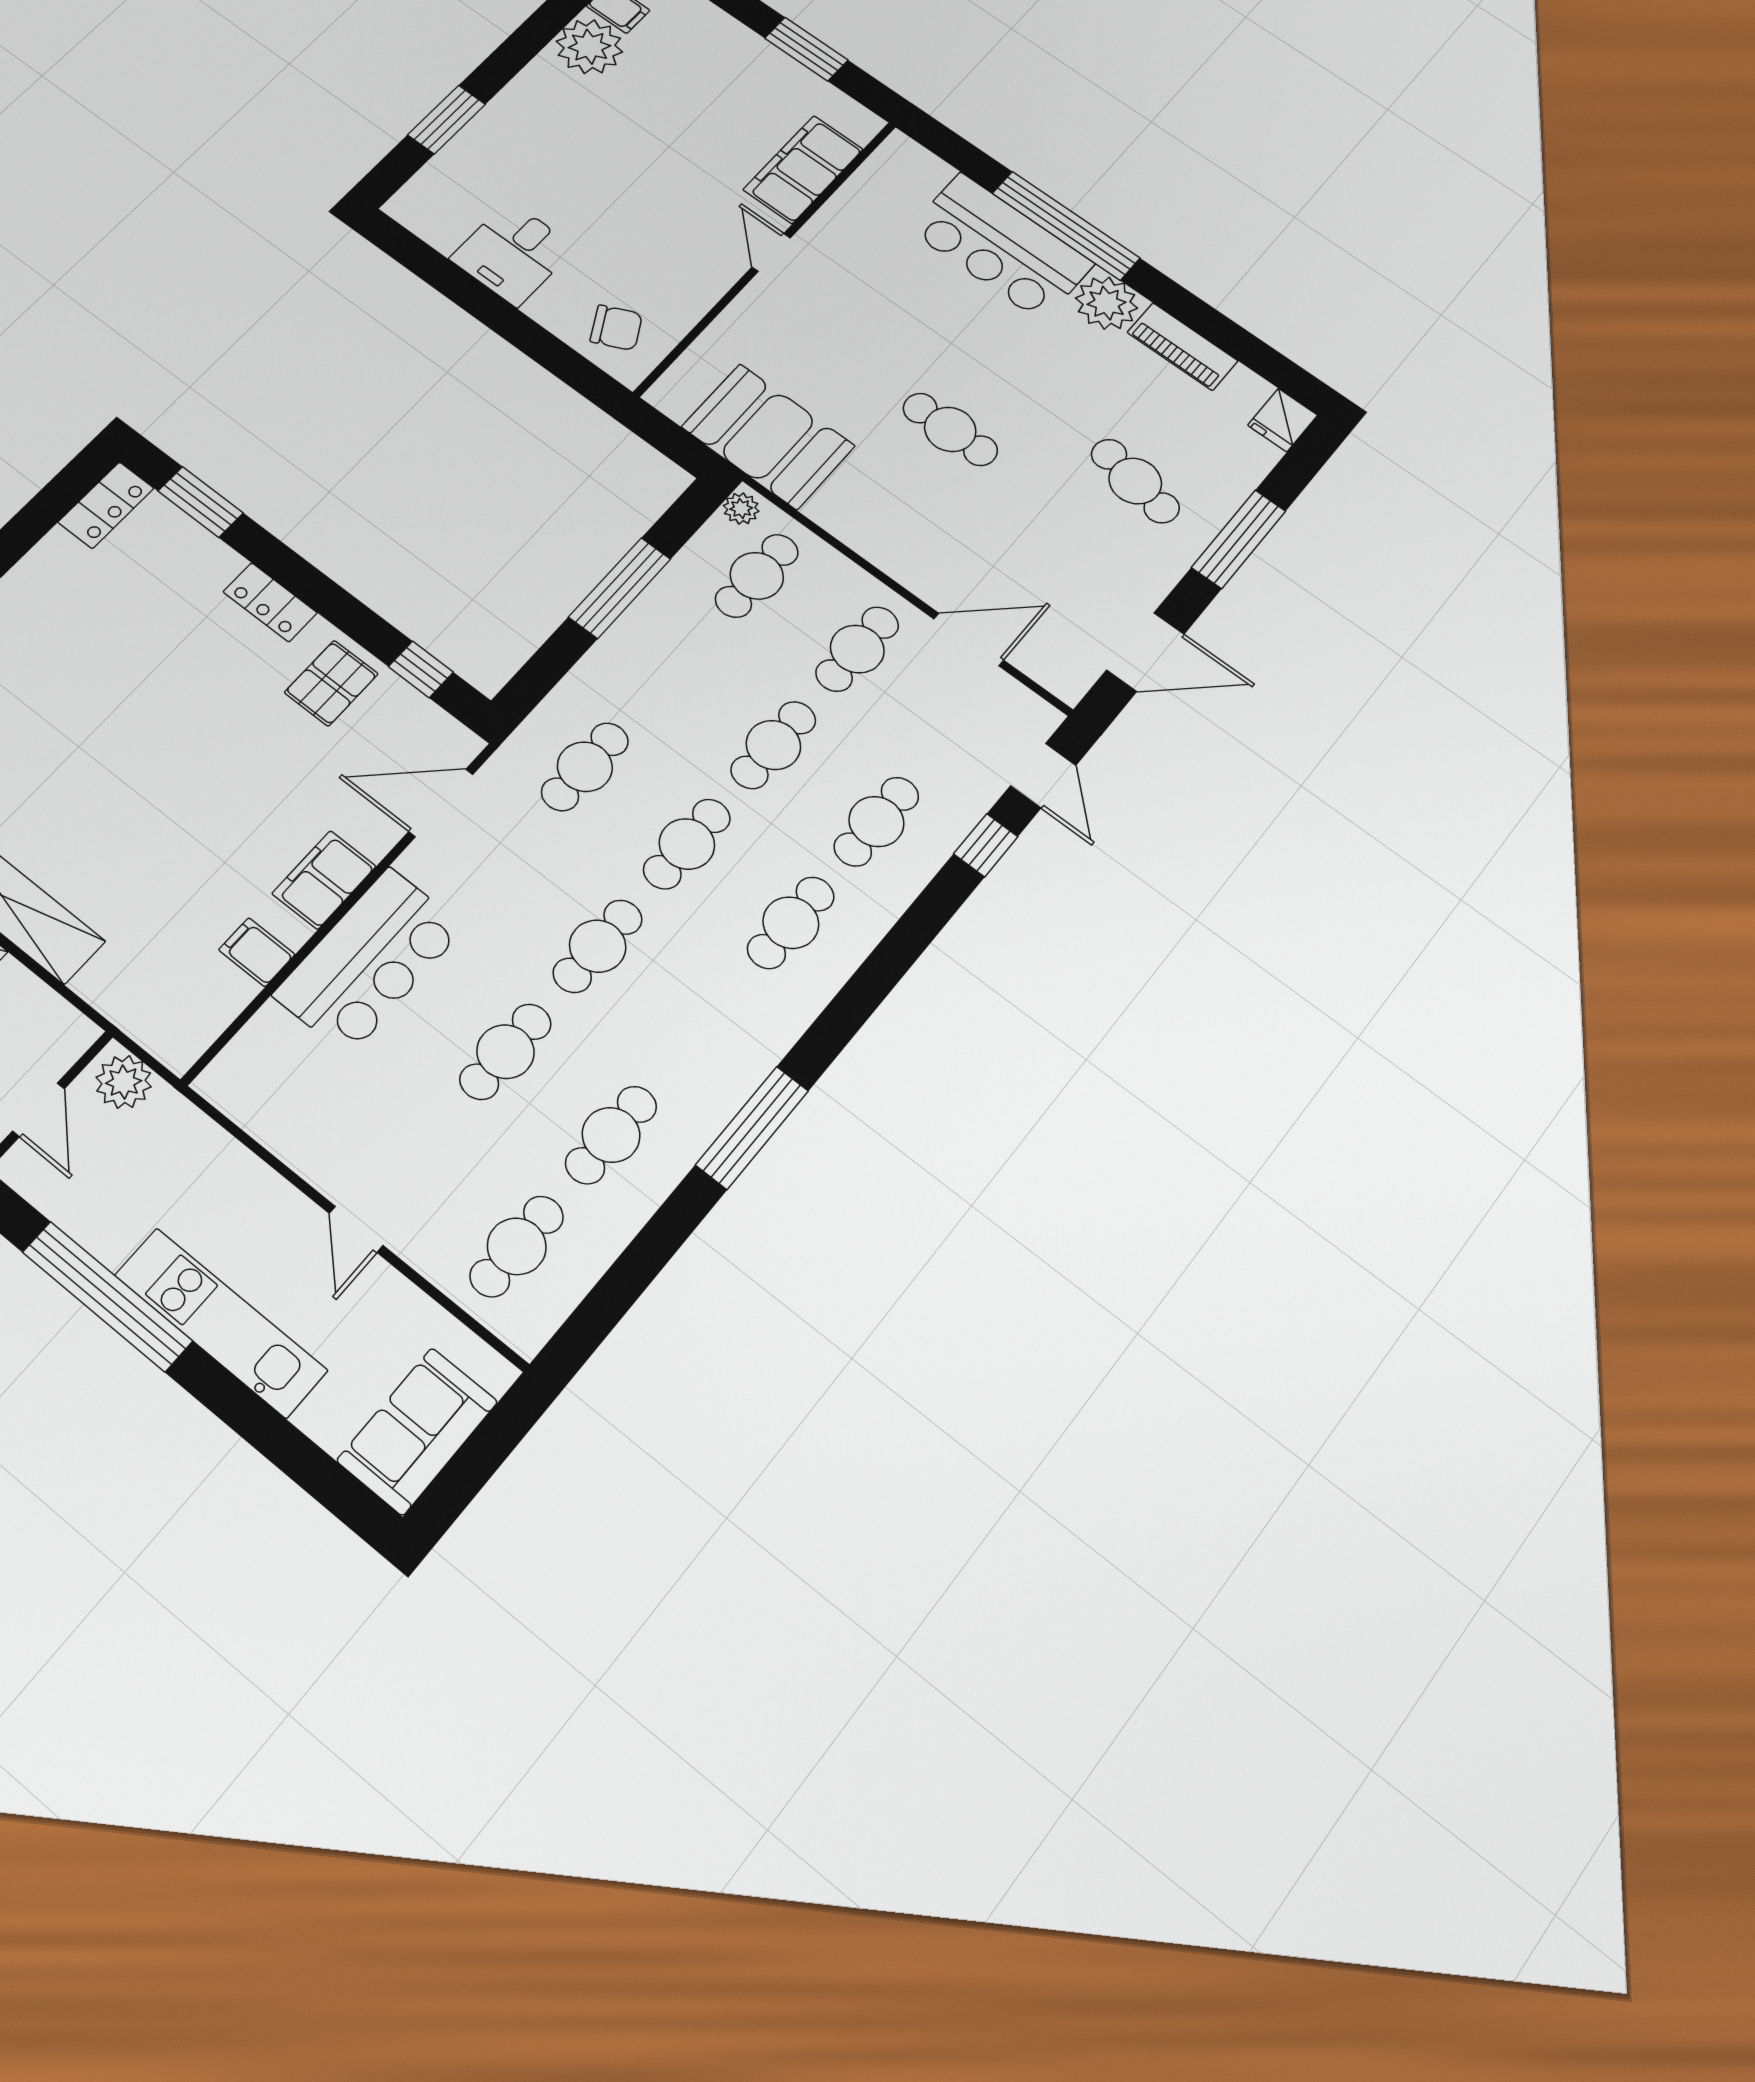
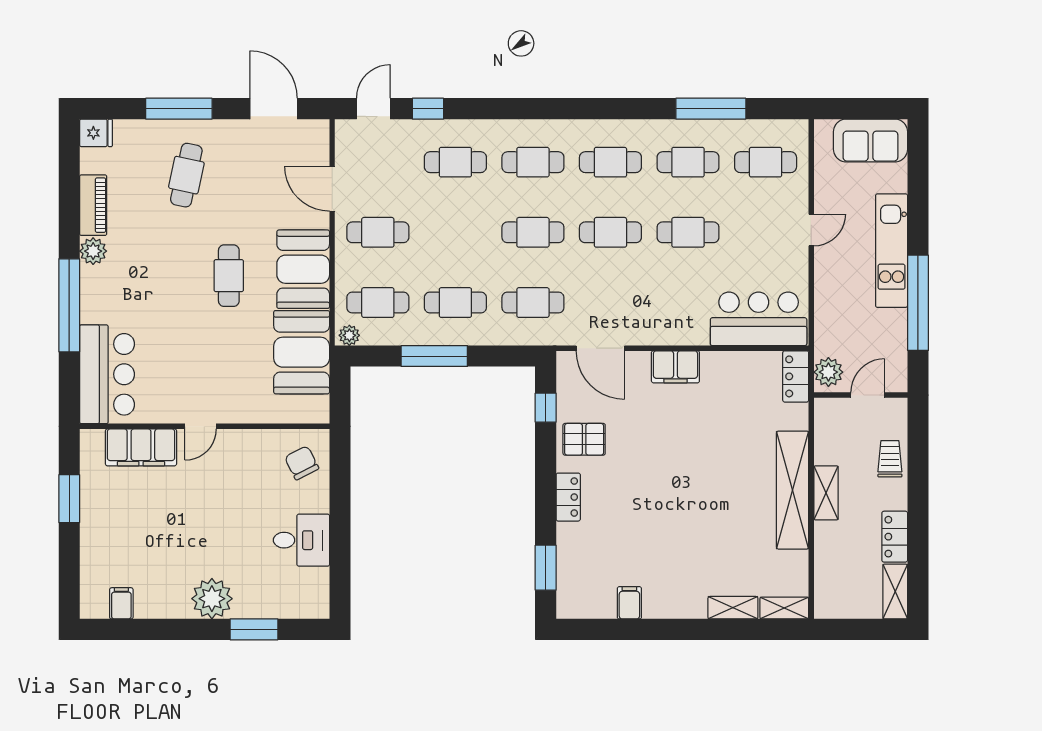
plant: (589, 47) -> (212, 599), moved
bar counter: (1001, 247) -> (107, 374), moved
plant: (1107, 303) -> (93, 251), width x0.73, depth x0.73
locker: (106, 505) -> (796, 376), moved, turned -90
booth: (883, 522) -> (303, 269), added
cafe table: (773, 745) -> (455, 303), moved
filing cabinet: (257, 952) -> (629, 603), moved, turned 180
bar counter: (369, 961) -> (759, 319), moved
cafe table: (702, 1027) -> (610, 162), added
window: (752, 1128) -> (711, 109), moved

